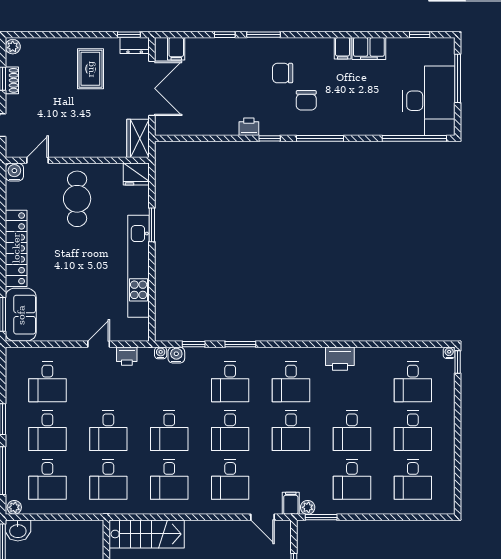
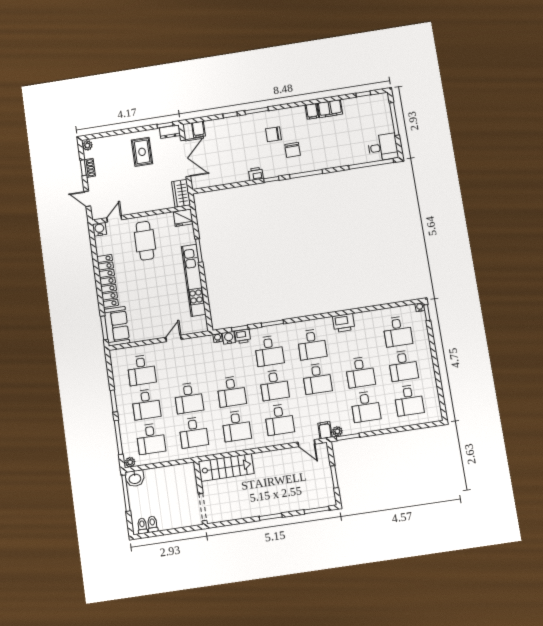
desk: (429, 101) -> (383, 147), width x0.53, depth x0.77
printer: (127, 356) -> (243, 336), moved

